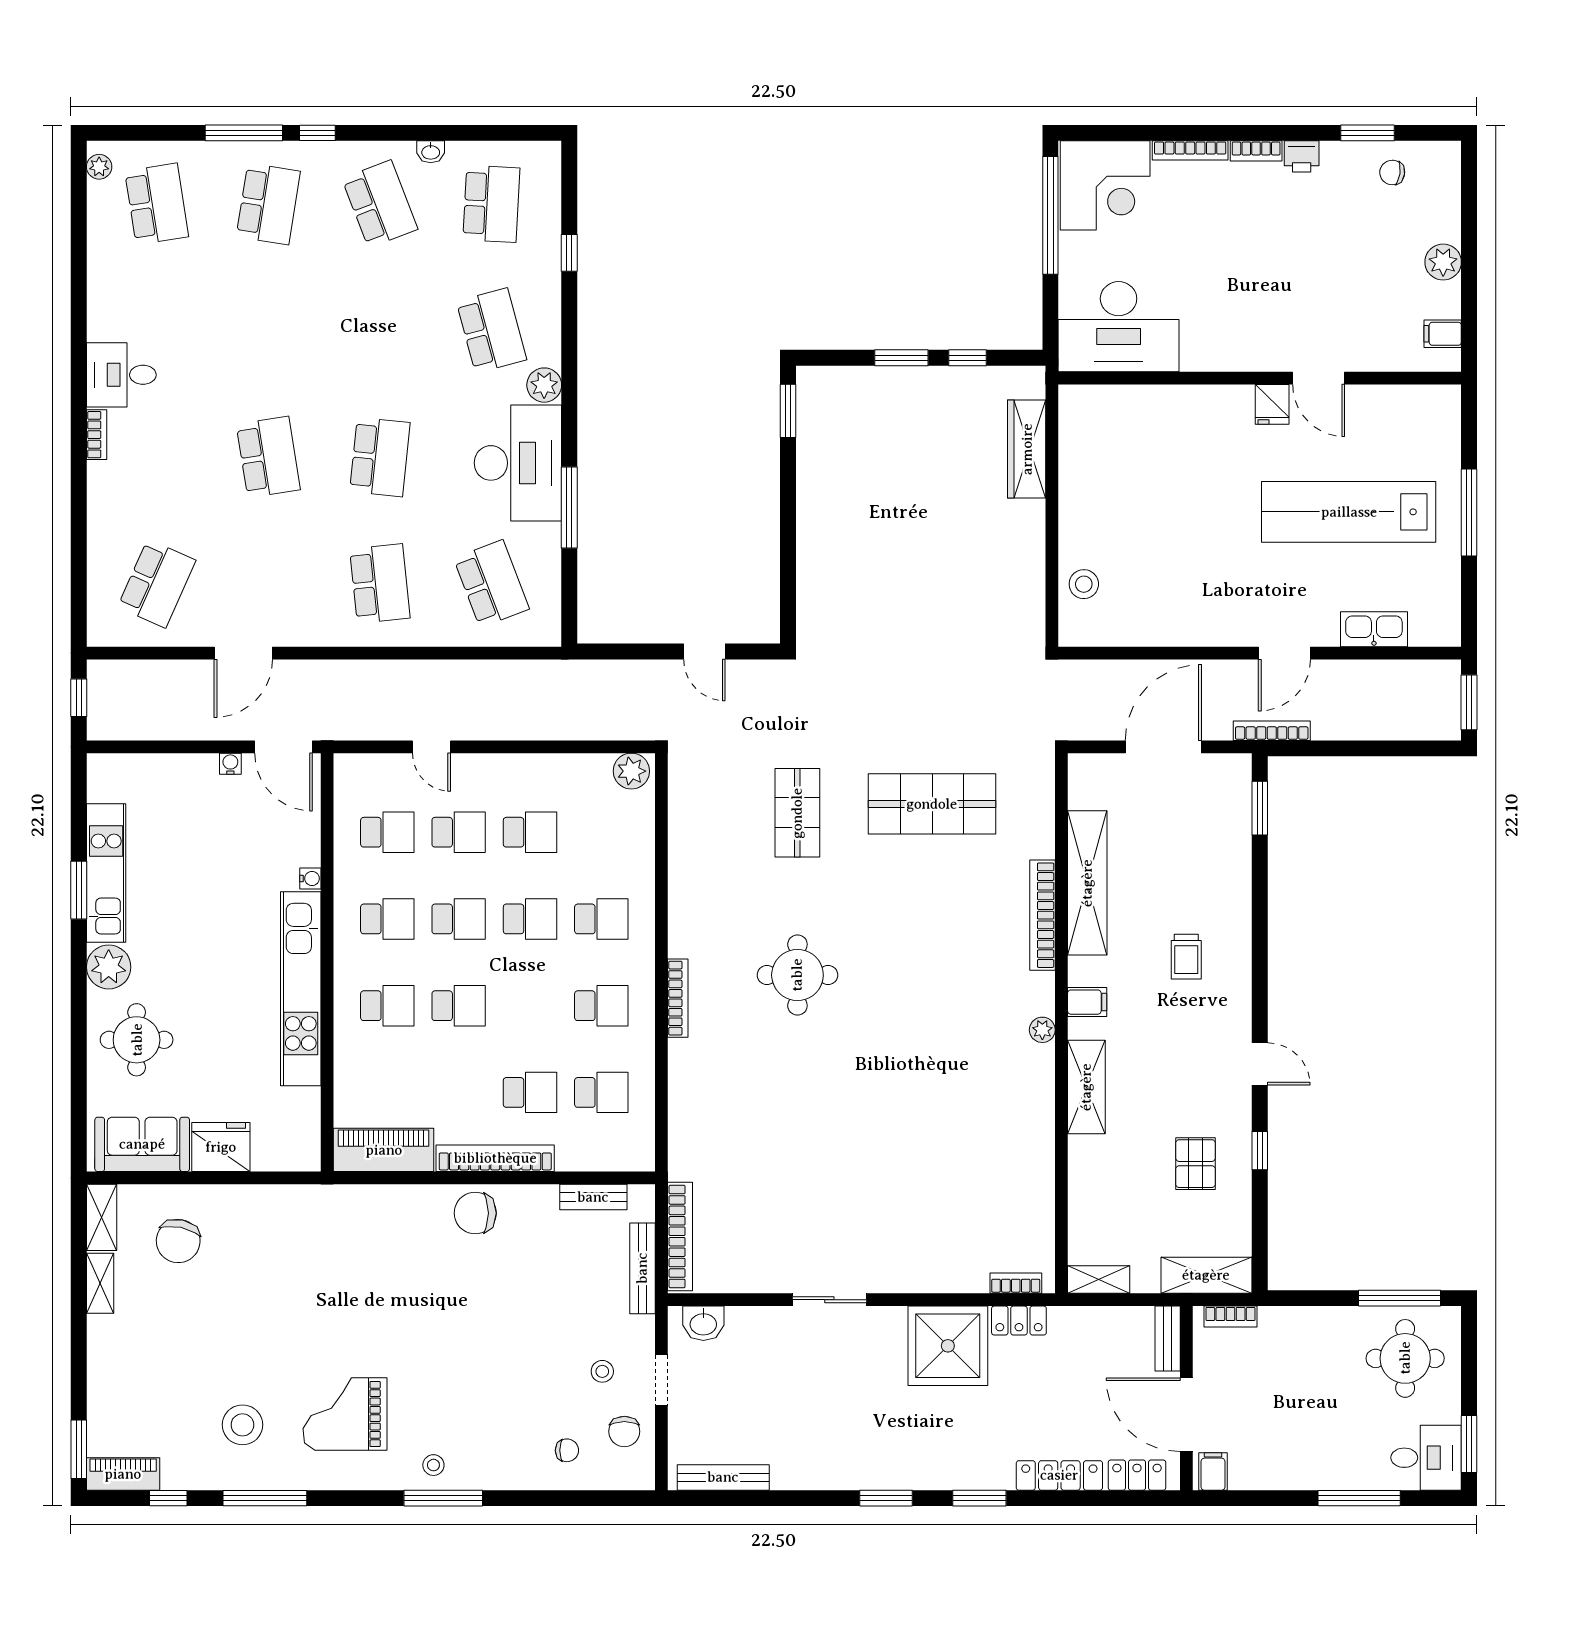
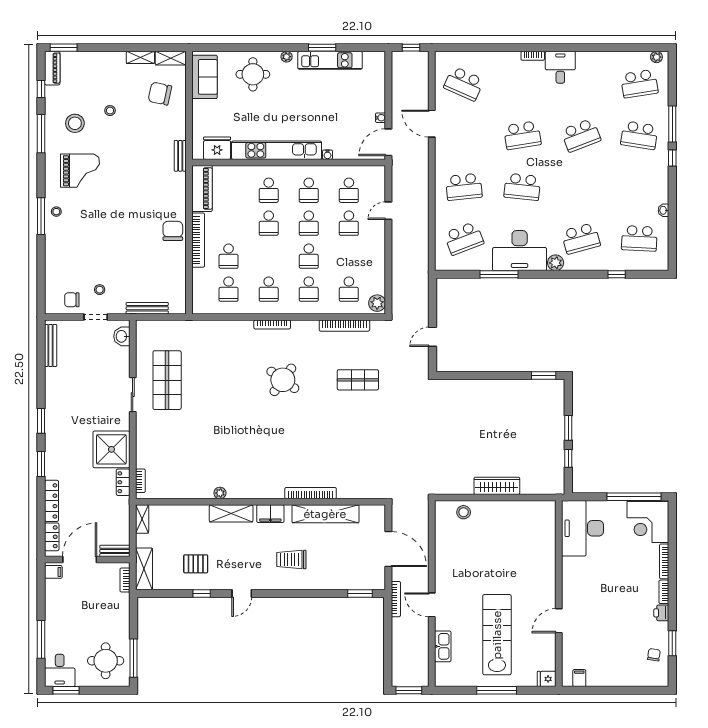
school desk: (380, 204) -> (581, 135), moved
plant: (1443, 262) -> (612, 678), removed
fridge: (1272, 404) -> (547, 679), moved
wardrobe: (1027, 449) -> (497, 486), moved
shop shelf: (932, 804) -> (167, 380), moved
school desk: (530, 832) -> (349, 289), moved
trolley: (1186, 957) -> (291, 560), width x1.36, depth x1.39
plant: (109, 967) -> (287, 57), width x0.53, depth x0.53
round table: (797, 975) -> (283, 380), turned 36
filing cabinet: (1087, 1002) -> (270, 514), width x2.00
plant: (1042, 1030) -> (220, 493), moved
fridge: (221, 1147) -> (217, 148), moved, turned -90
bench: (593, 1197) -> (180, 156), moved
bookcase: (680, 1236) -> (344, 326), moved
stool: (215, 1349) -> (110, 111), added
grand piano: (345, 1414) -> (80, 171), turned 90
chair: (567, 1450) -> (63, 273), removed

